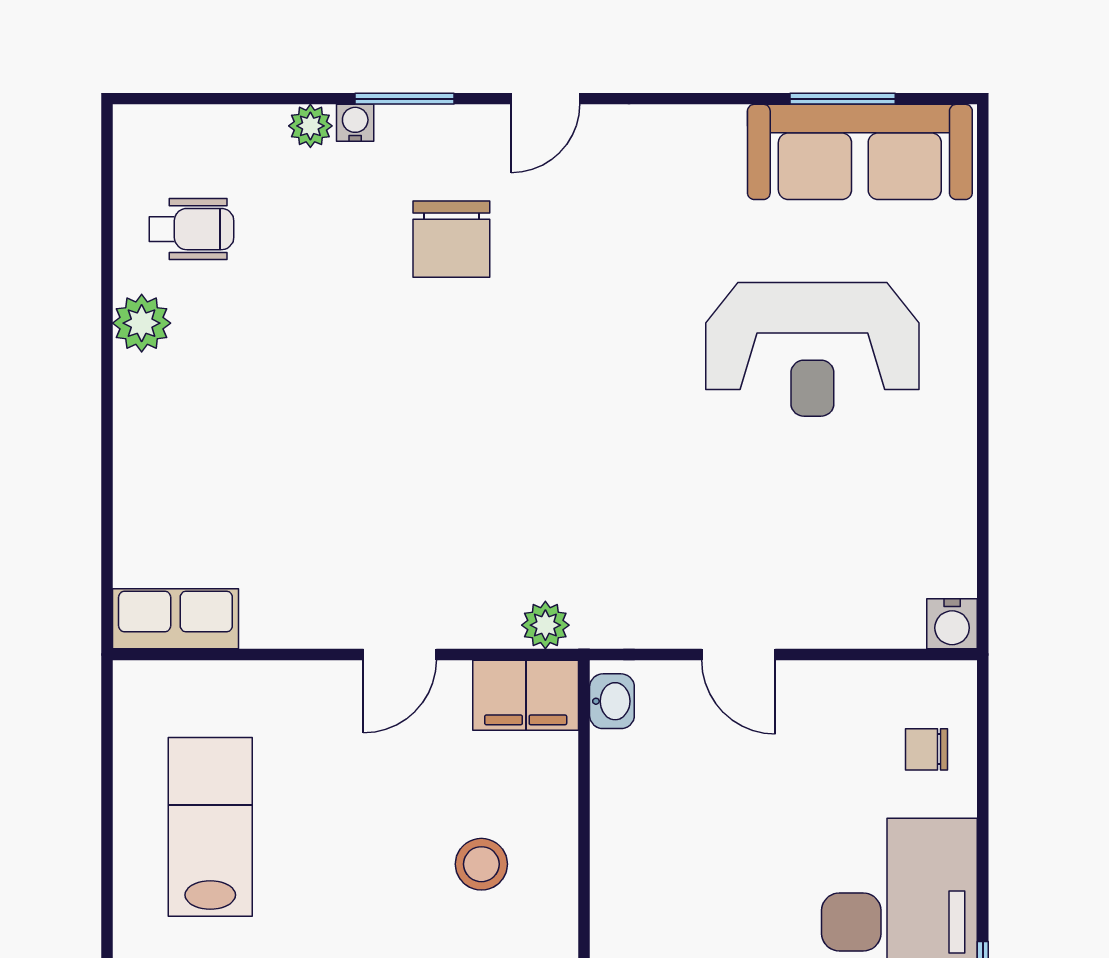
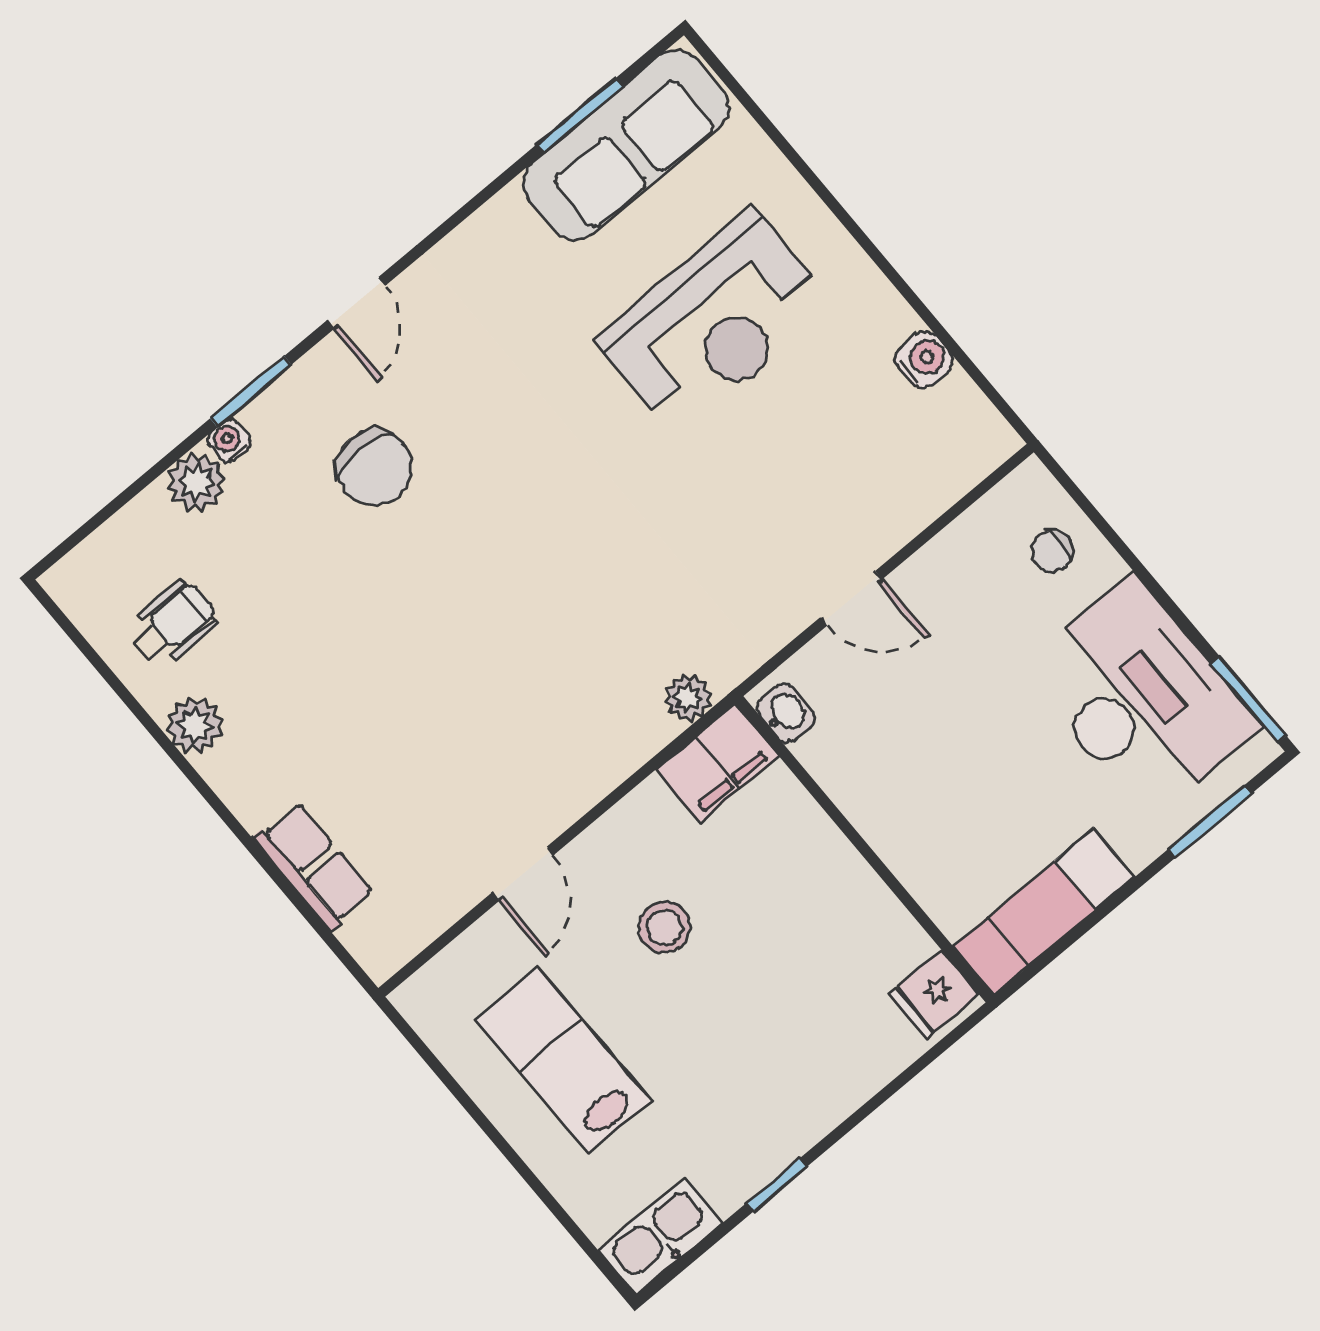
plant: (310, 126) -> (196, 482), width x1.38, depth x1.38
row of seats: (175, 619) -> (314, 866), moved, turned 90
water cooler: (952, 624) -> (924, 359), moved, turned -90
door: (400, 654) -> (523, 874), moved
stool: (481, 864) -> (664, 927), moved

